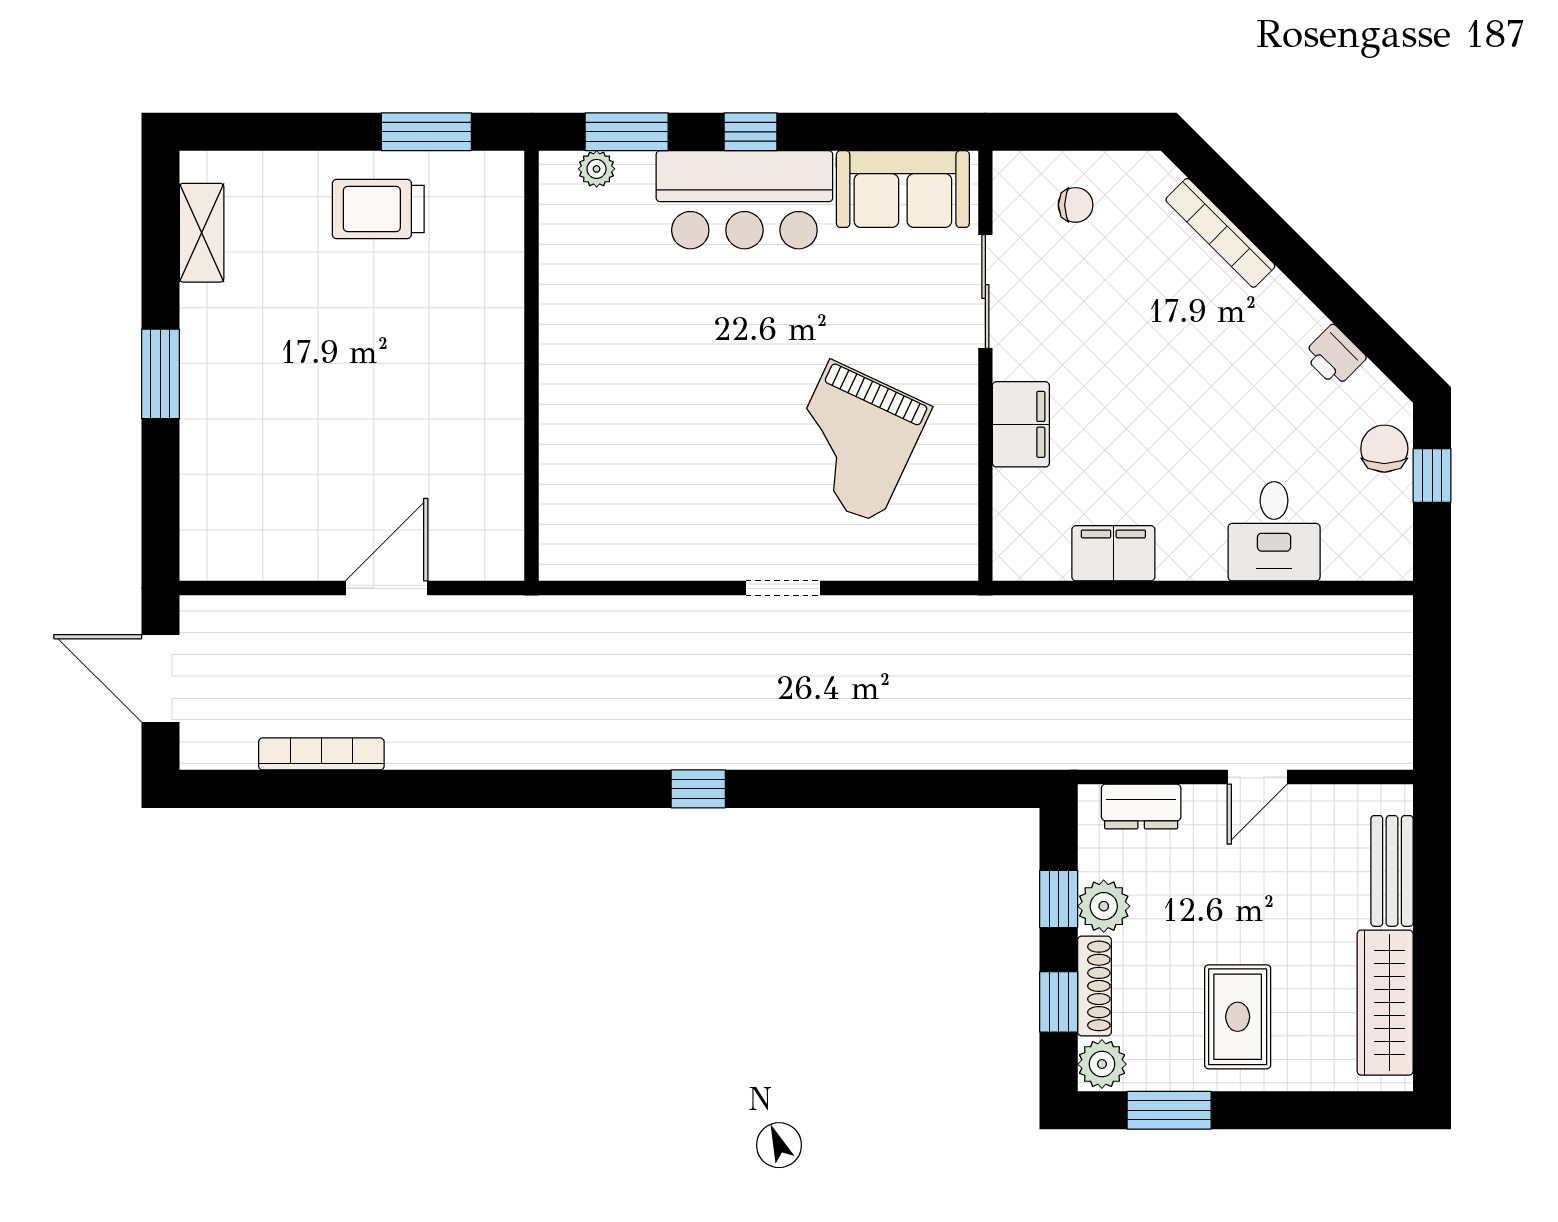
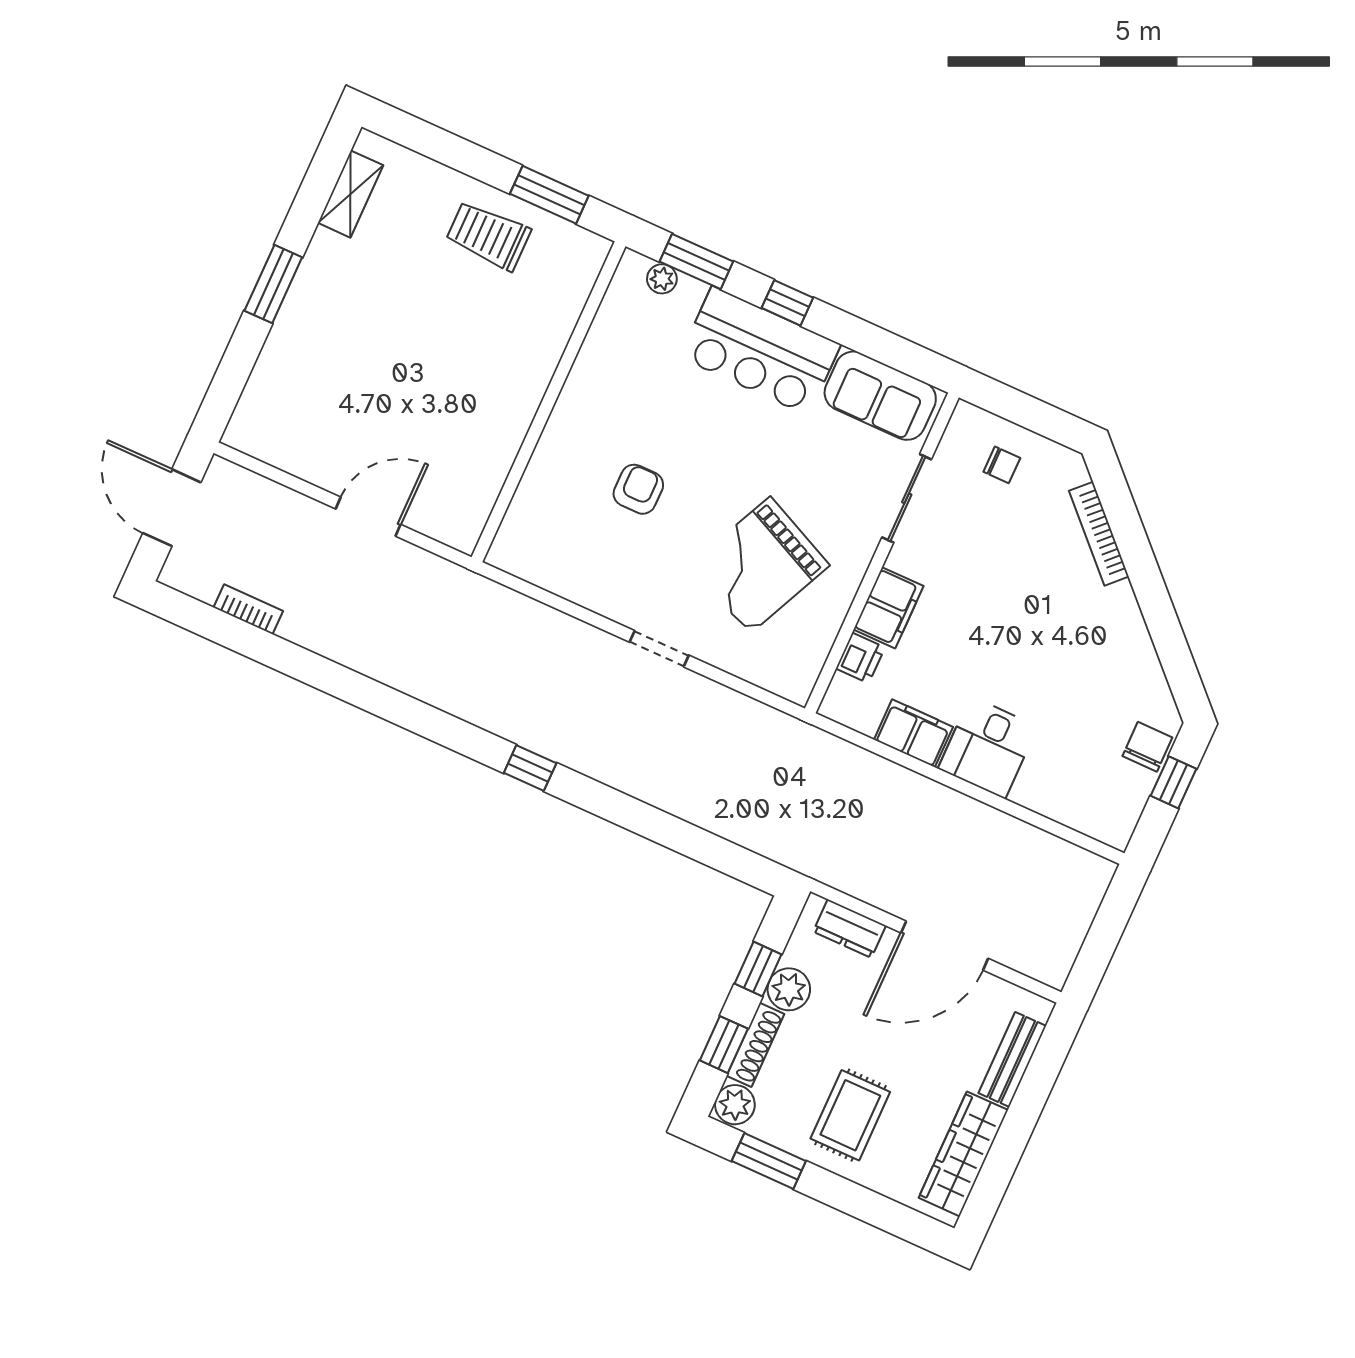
printer: (1334, 356) -> (860, 658), moved, turned -135
armchair: (678, 419) -> (638, 489), added
desk: (1274, 531) -> (988, 748), moved
bookcase: (321, 754) -> (248, 609), width x0.64
door: (1257, 777) -> (945, 946), width x1.87

